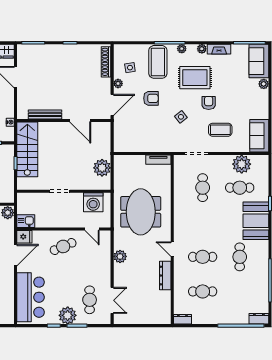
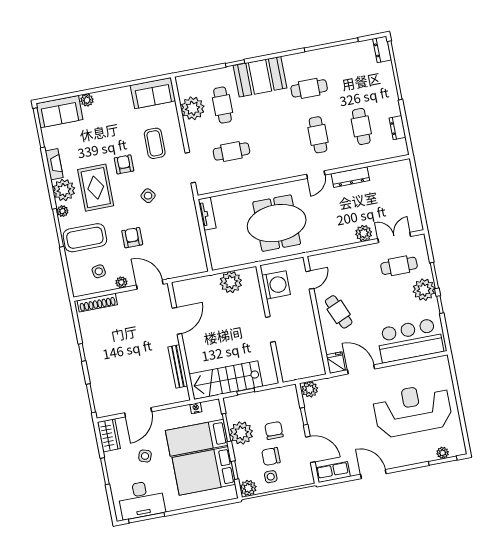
plant: (202, 49) -> (64, 190), width x1.88, depth x1.88
armchair: (209, 103) -> (124, 164), turned 90
kitchen sink: (26, 221) -> (316, 365), removed
plant: (120, 256) -> (364, 233), moved
dresser: (182, 319) -> (398, 128), moved

